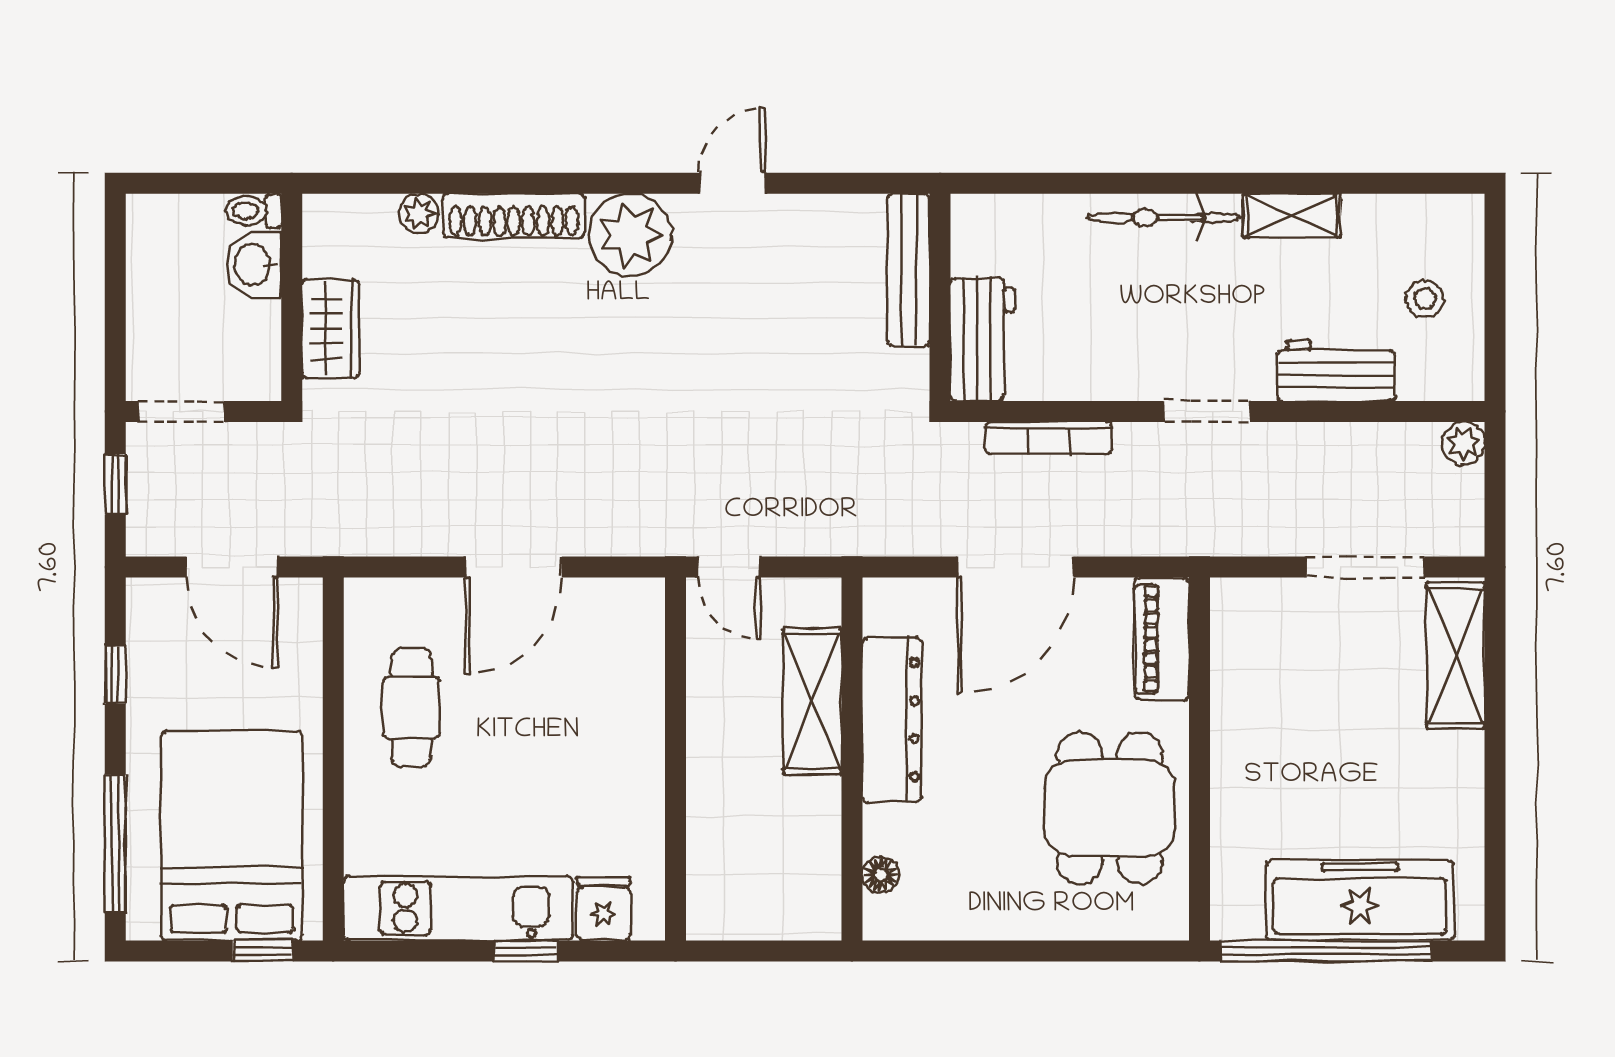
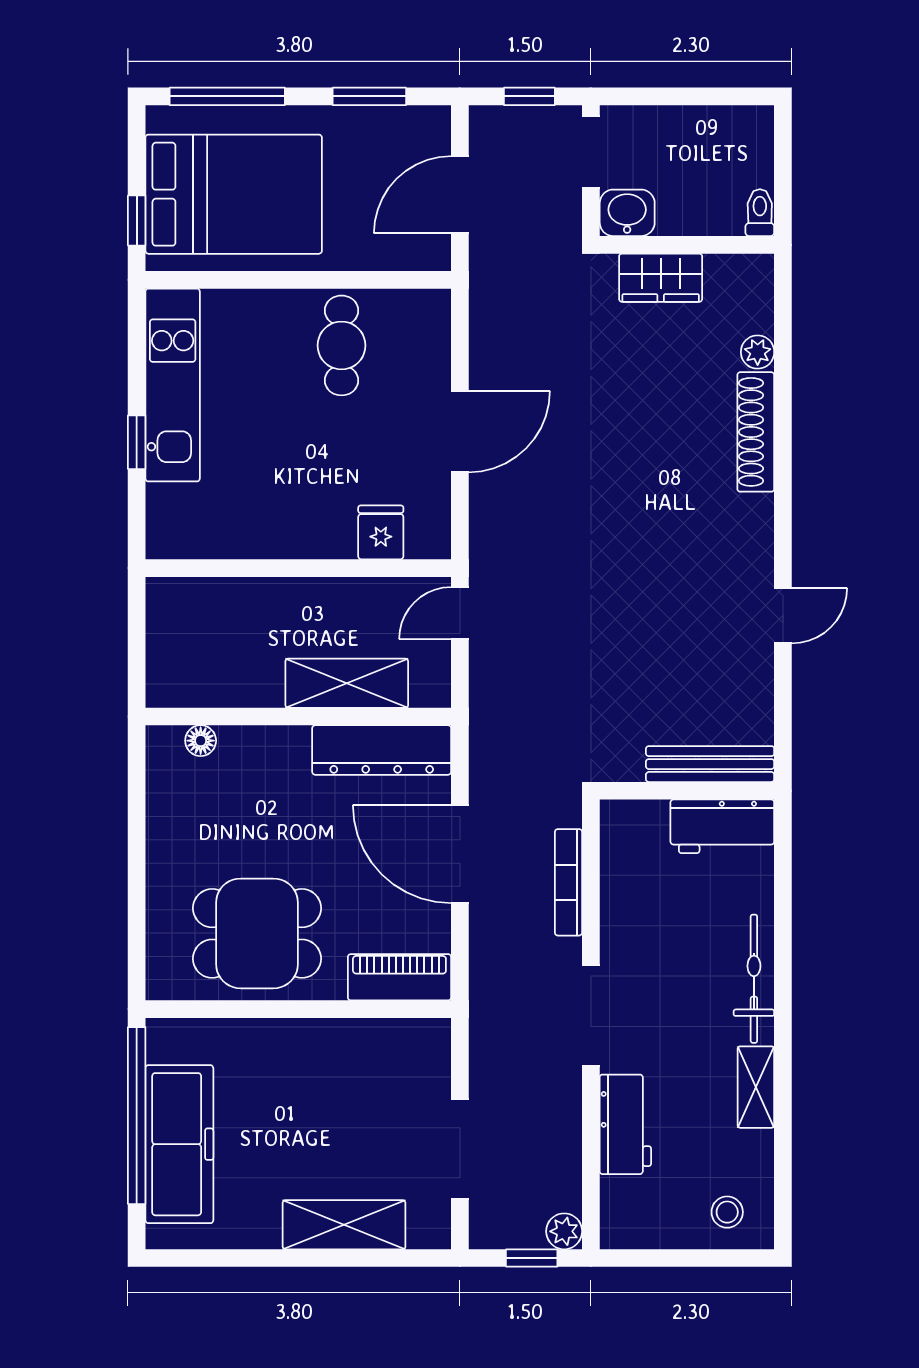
door: (732, 183) -> (783, 616), hinge flipped
plant: (630, 235) -> (740, 530), removed
washbasin: (254, 265) -> (627, 213), moved
stool: (1425, 299) -> (727, 1212), moved
workbench: (982, 339) -> (722, 826), moved
doorway: (1207, 411) -> (591, 1015), width x1.38
window: (1495, 482) -> (532, 1258), added
door: (513, 567) -> (460, 432), swing flipped
shelving: (1456, 656) -> (344, 1225), moved
window: (115, 674) -> (369, 96), width x1.50
cafe table: (411, 708) -> (341, 345), turned 90
dresser: (892, 720) -> (382, 750), moved
fridge: (604, 909) -> (381, 532), moved, turned -90

